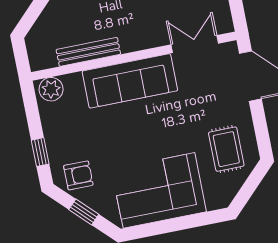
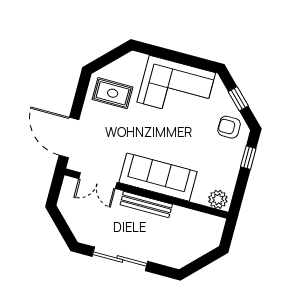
bench: (88, 52) -> (146, 204), moved
rug: (226, 149) -> (113, 93), turned 90

